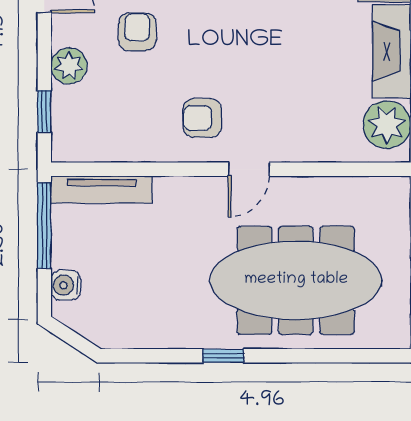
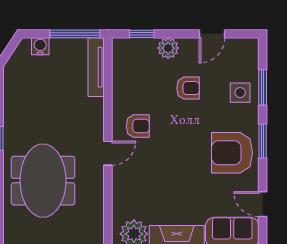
armchair: (202, 118) -> (138, 126), turned 90
door: (249, 169) -> (108, 153), swing flipped
meeting table: (296, 280) -> (43, 181), width x0.73

